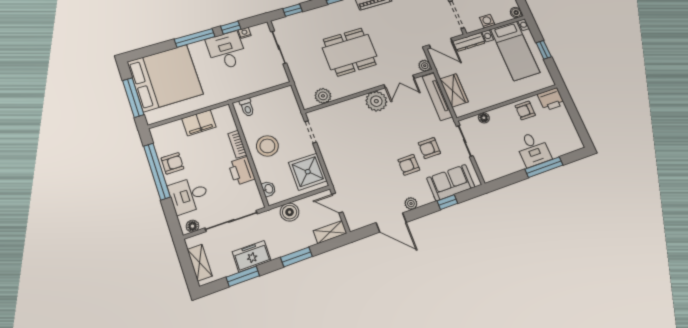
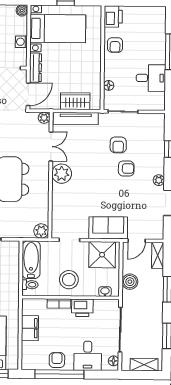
plant: (323, 96) -> (41, 231), moved
bathtub: (274, 100) -> (31, 260), added
desk: (533, 149) -> (151, 78), moved
armchair: (409, 165) -> (126, 168), turned -90
sofa: (451, 183) -> (108, 228), moved, turned 90
freezer: (252, 256) -> (154, 324), removed

